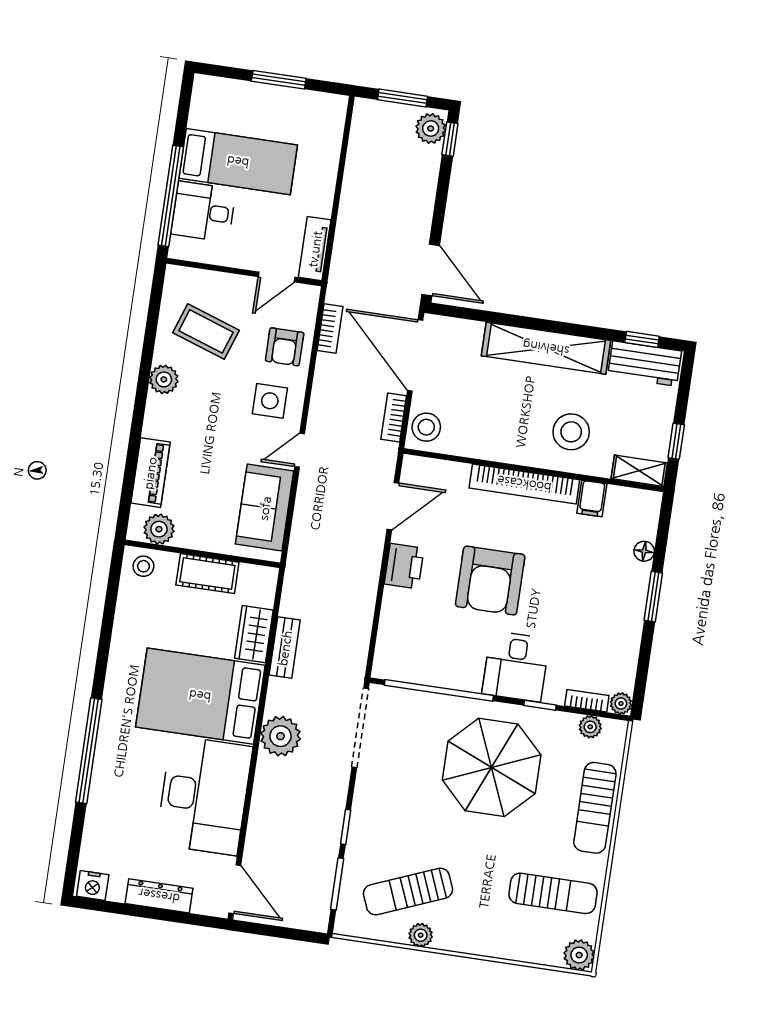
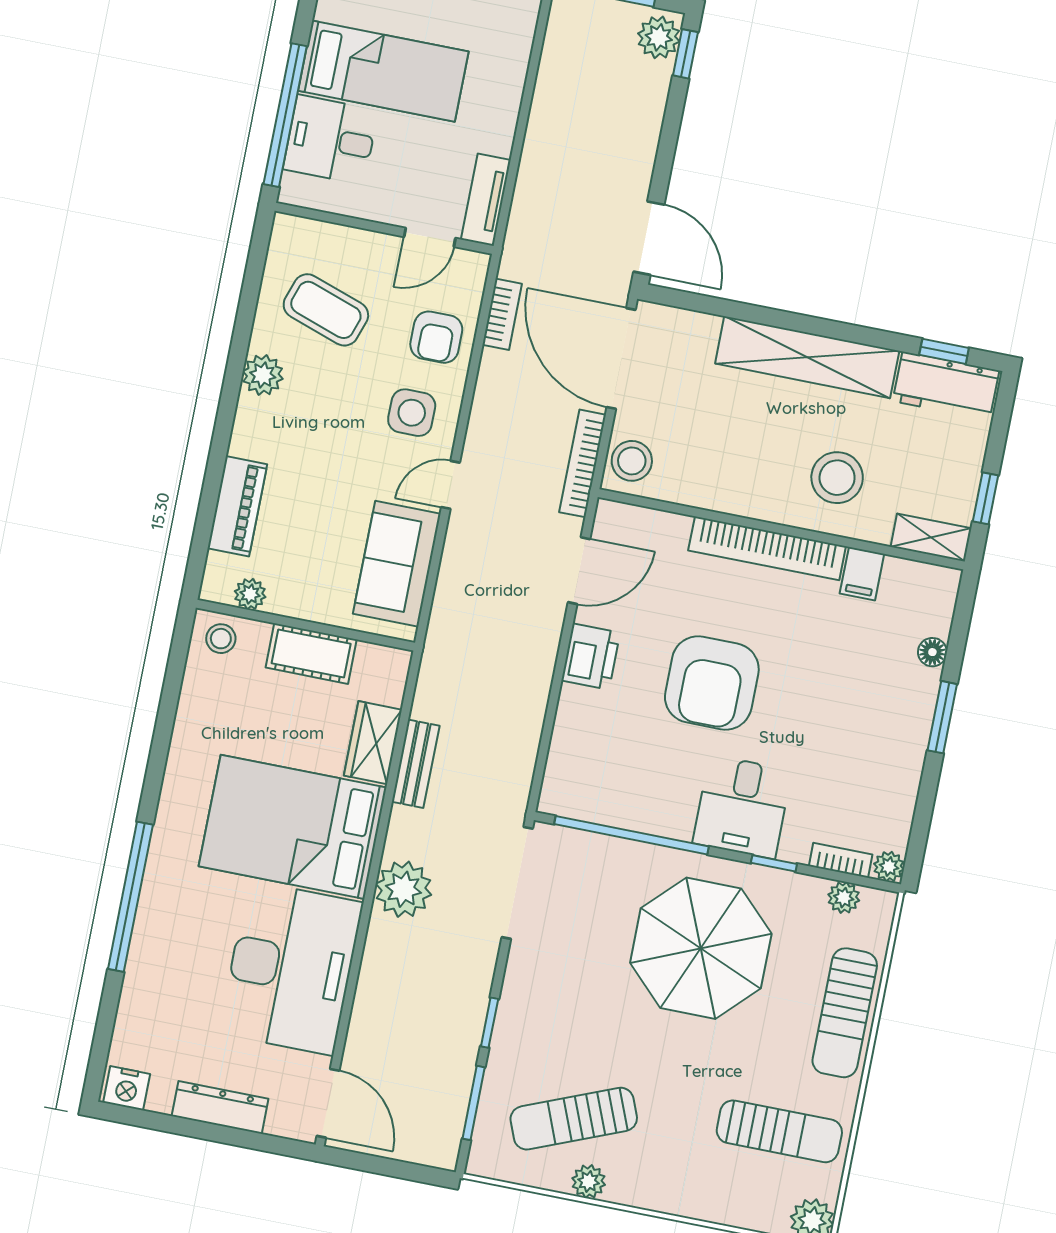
bookcase: (394, 417) -> (583, 463), width x1.56
plant: (159, 529) -> (250, 594), width x0.73, depth x0.73

